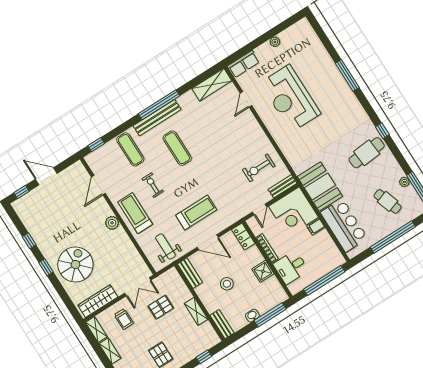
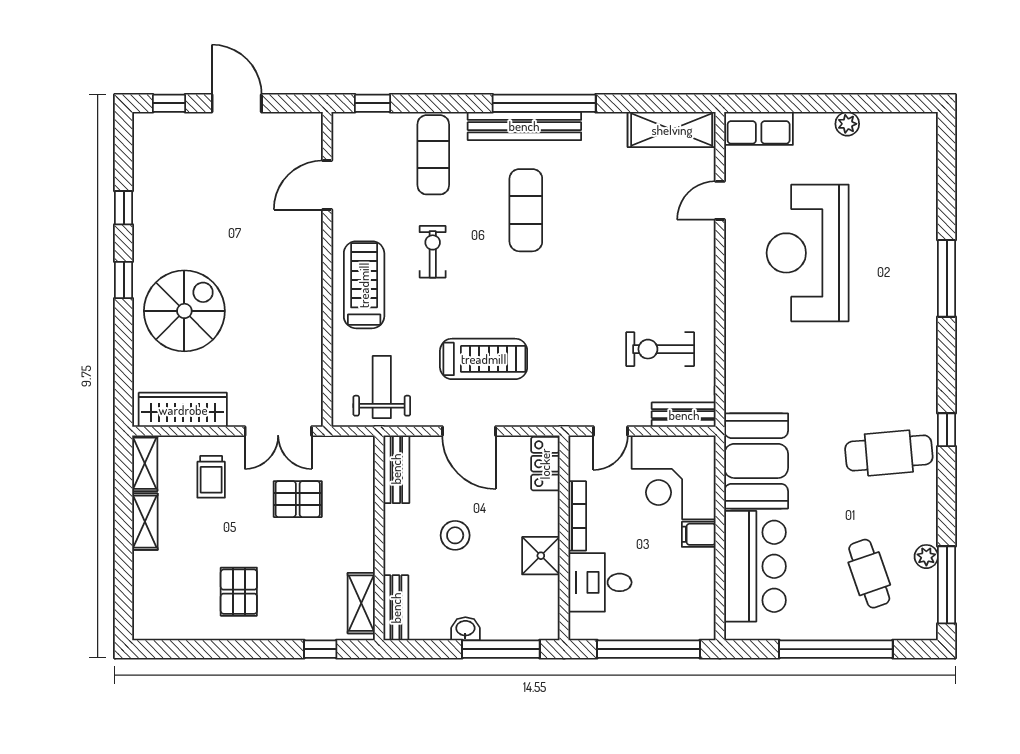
plant: (112, 223) -> (307, 275), removed
shelving: (196, 311) -> (361, 603), moved

